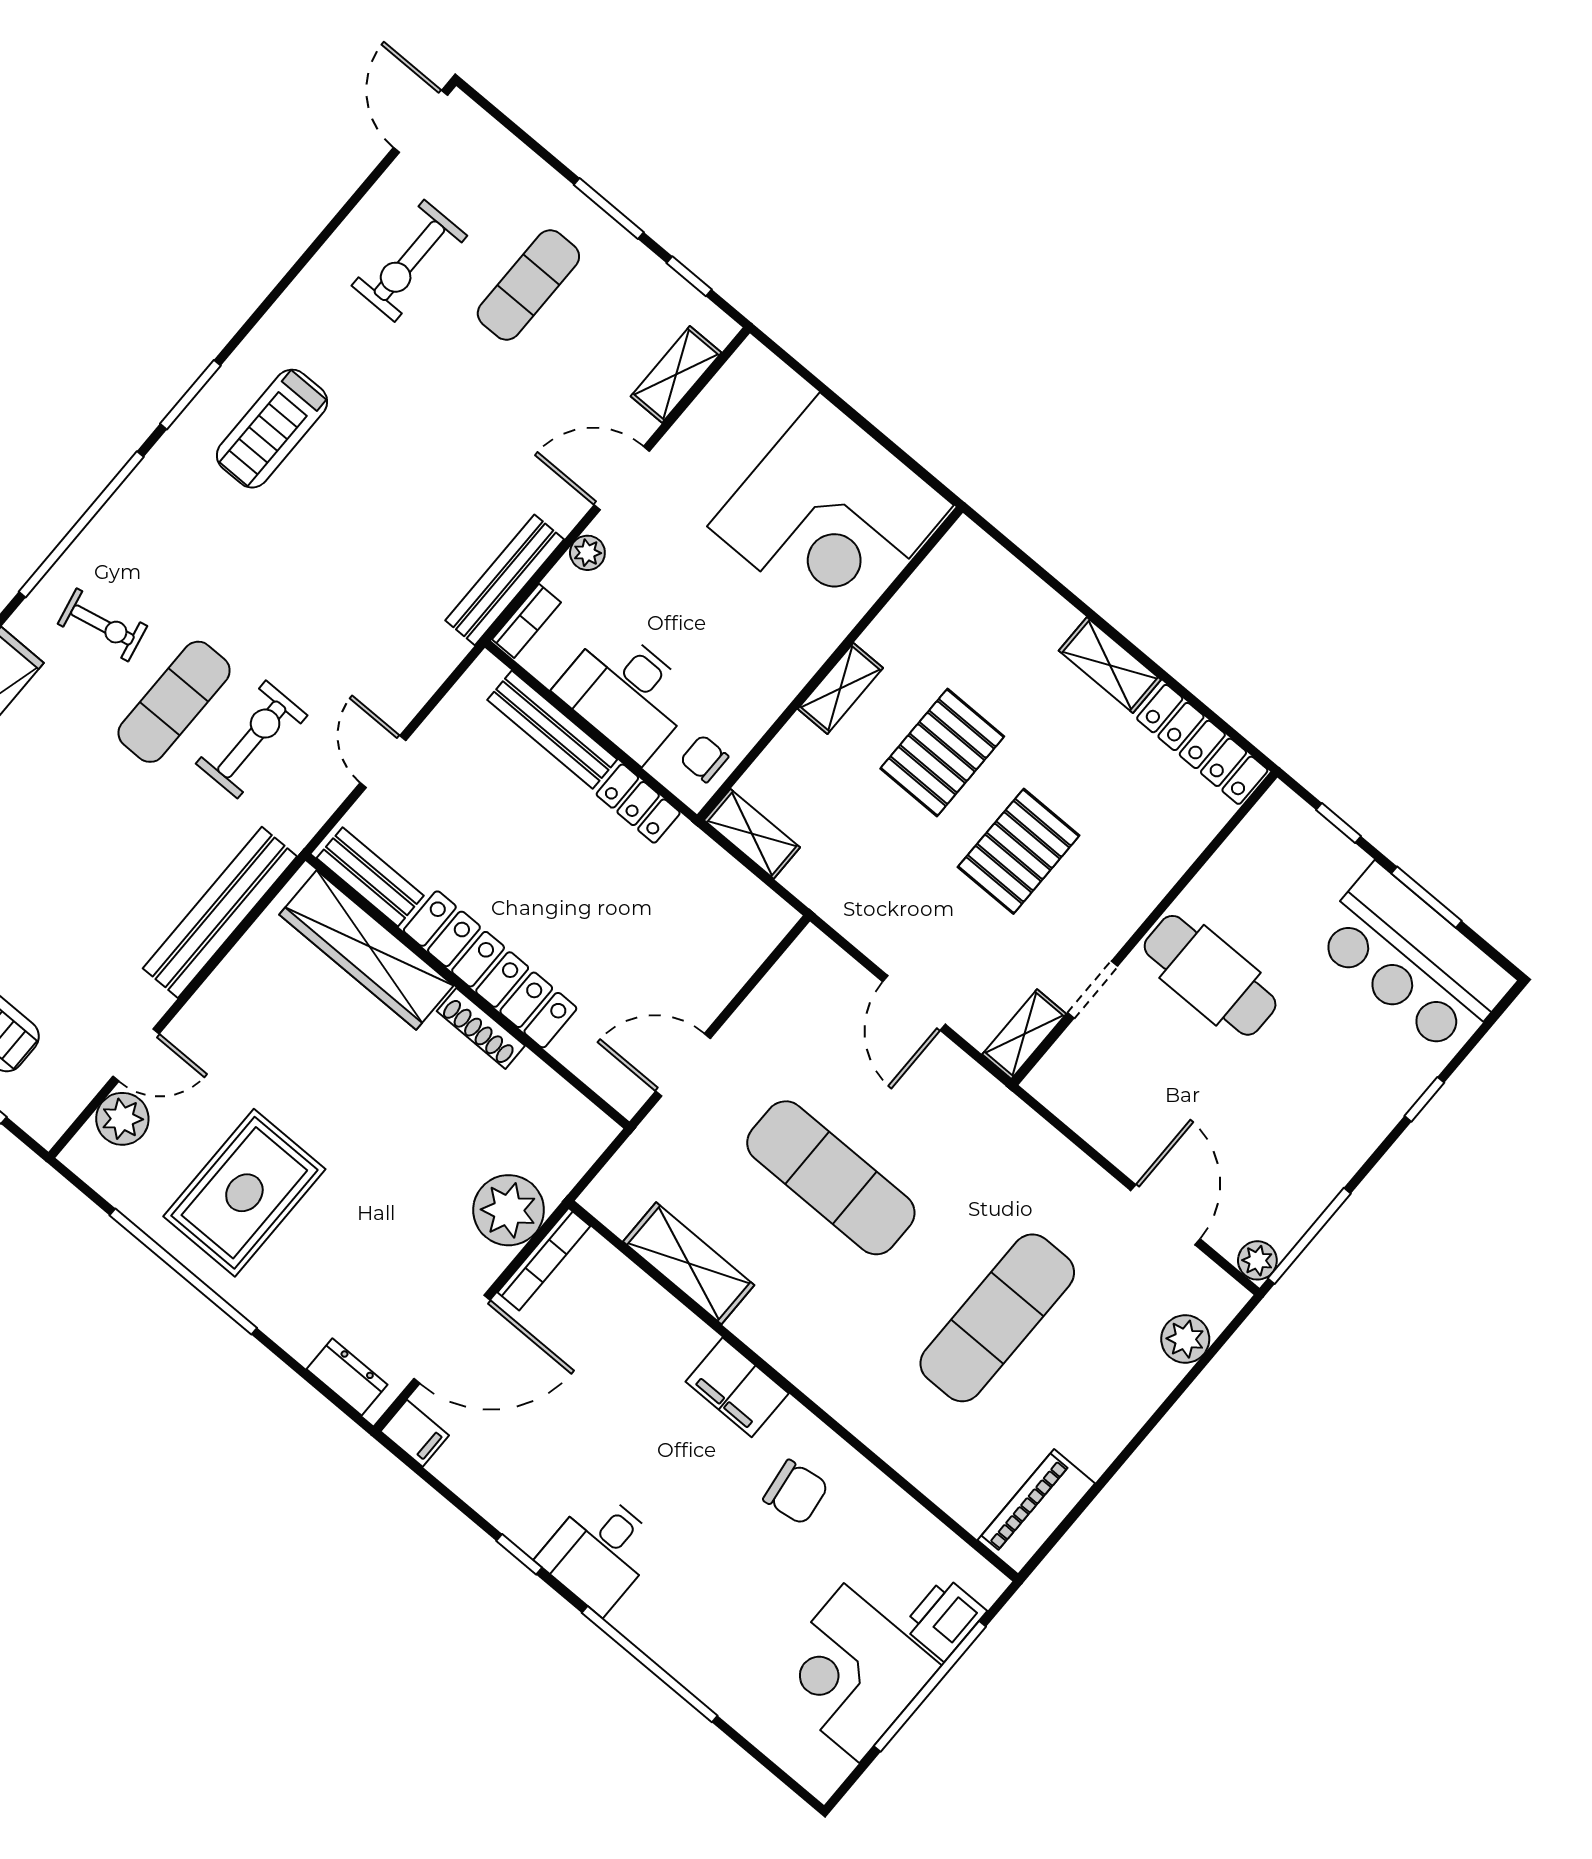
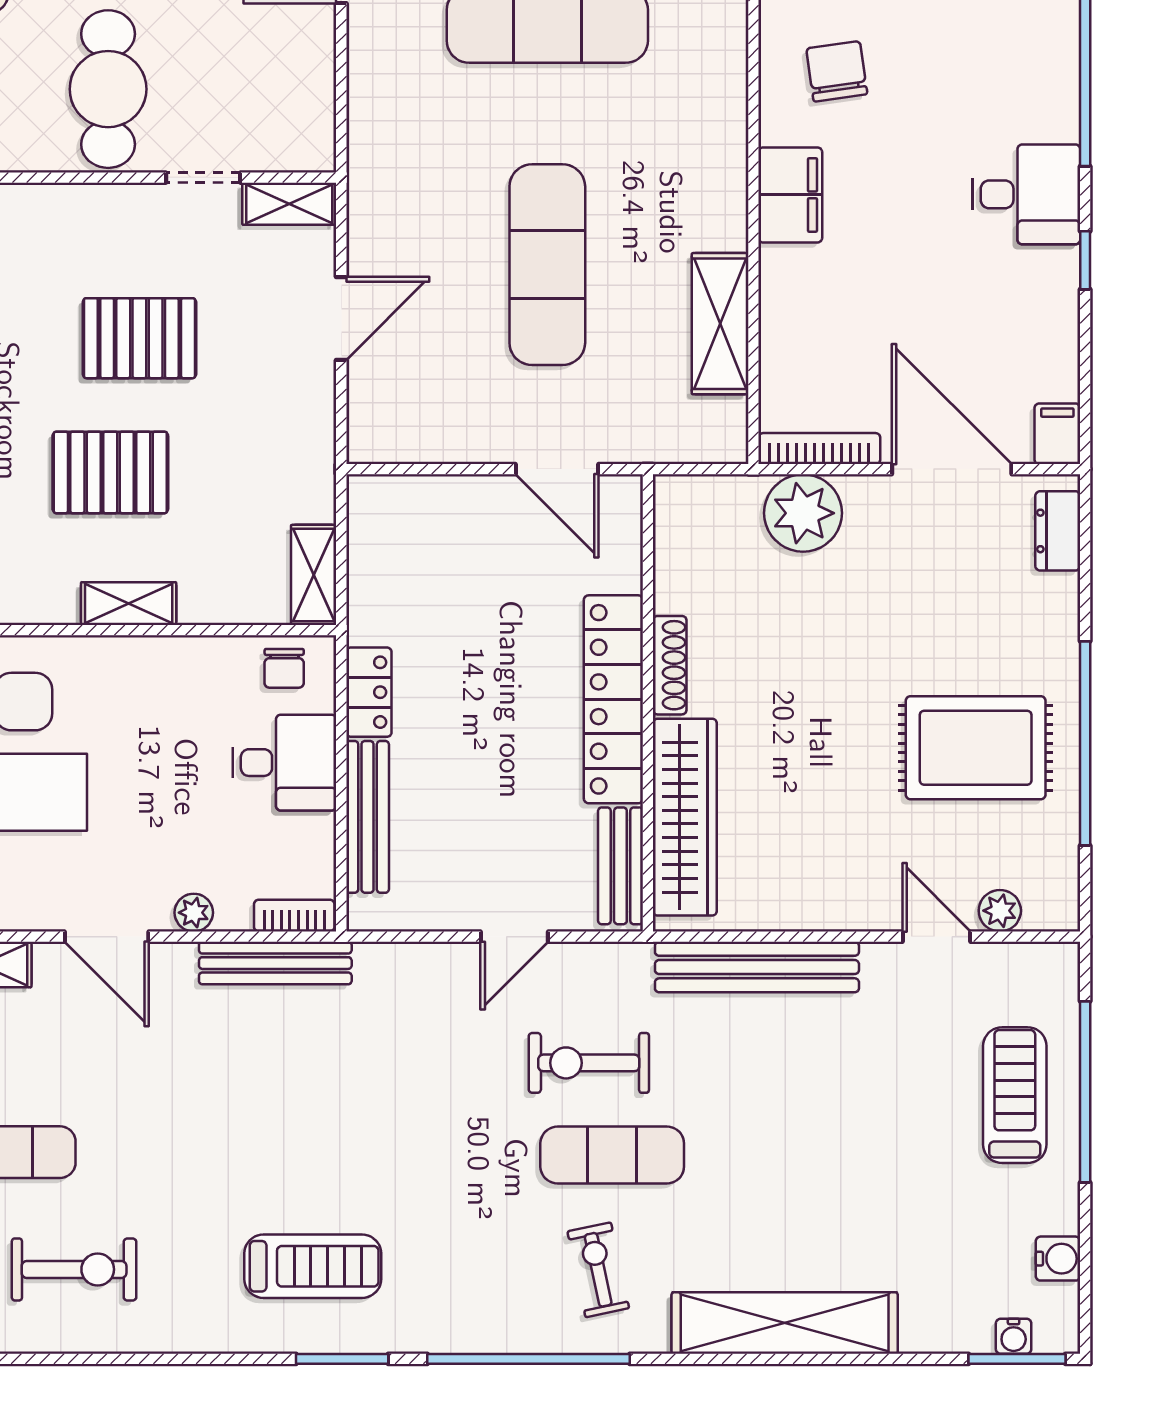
desk: (626, 693) -> (284, 763), width x0.73
plant: (122, 1119) -> (1000, 911), width x0.73, depth x0.73

